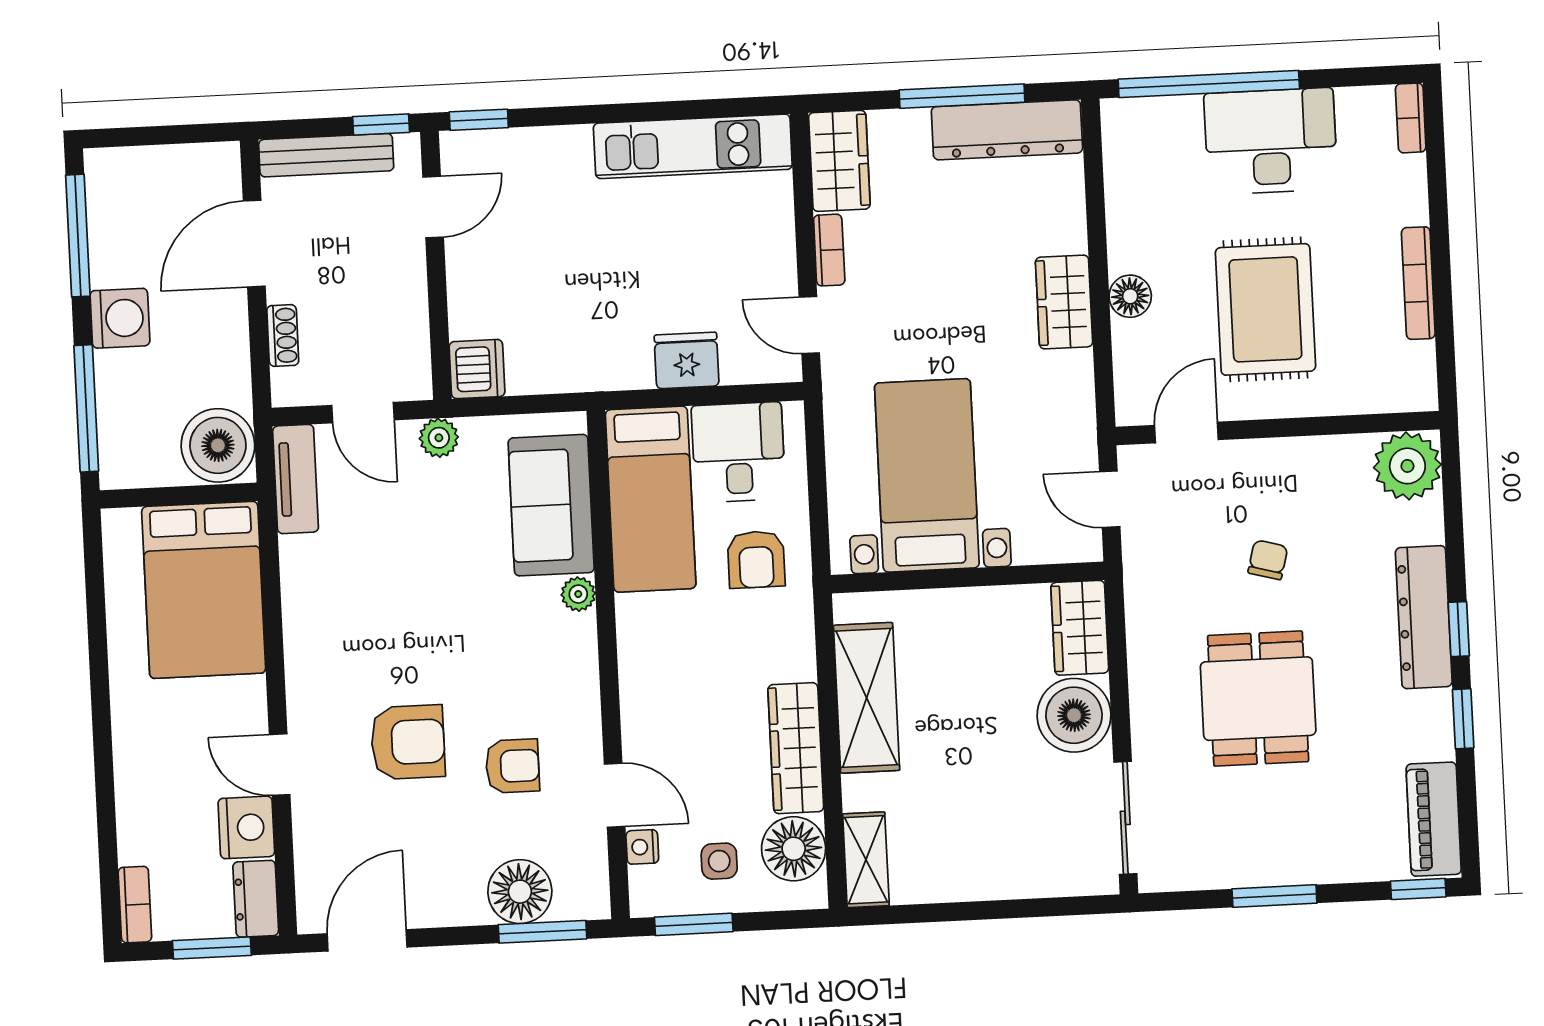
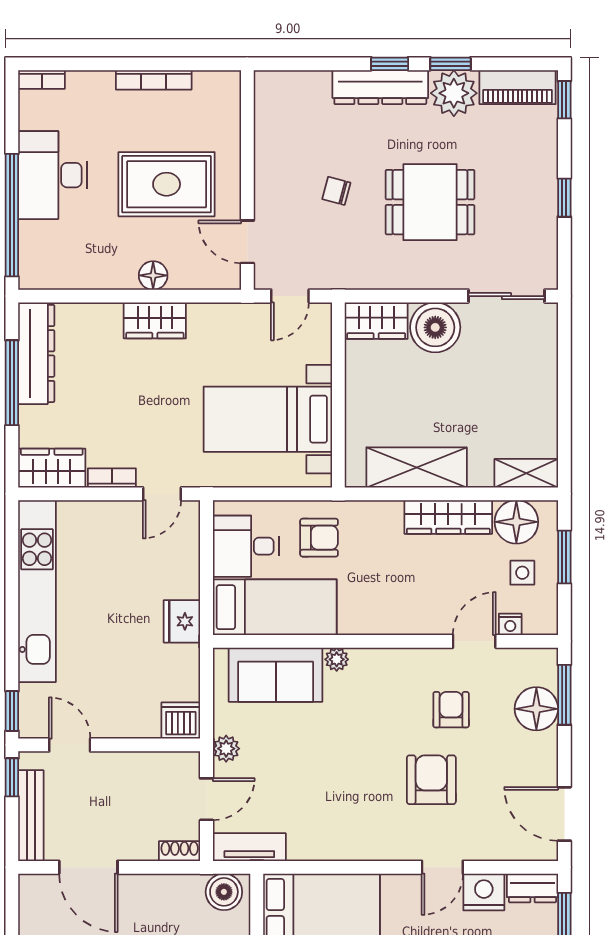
kitchen unit: (693, 146) -> (37, 591), width x1.36
shoe rack: (283, 335) -> (180, 851), moved
fridge: (687, 360) -> (182, 621), moved
boiler: (218, 445) -> (224, 892), width x0.73, depth x0.73
plant: (1407, 466) -> (454, 93), moved
window: (1274, 896) -> (564, 198), width x0.67
window: (694, 924) -> (564, 557), moved

